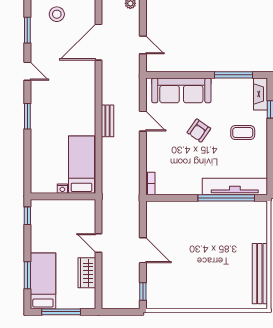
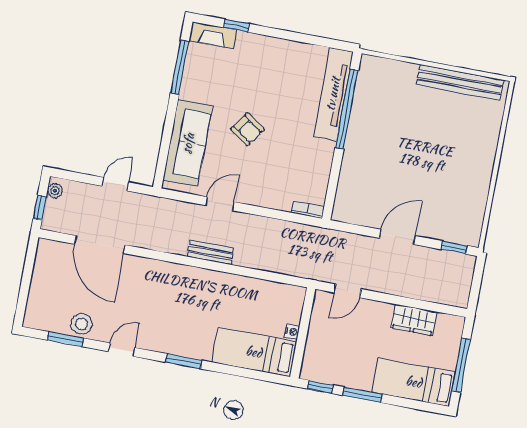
stool: (57, 14) -> (81, 324), moved
coffee table: (243, 133) -> (261, 70), removed
bed: (81, 165) -> (254, 352), moved
door: (98, 243) -> (347, 291), moved
window: (27, 275) -> (363, 395), moved

